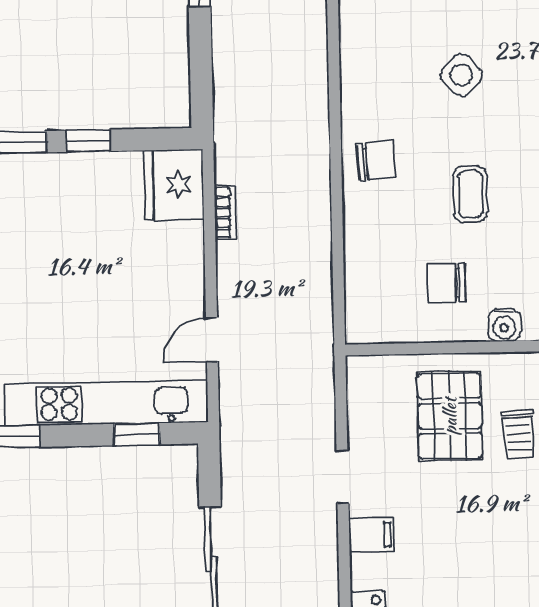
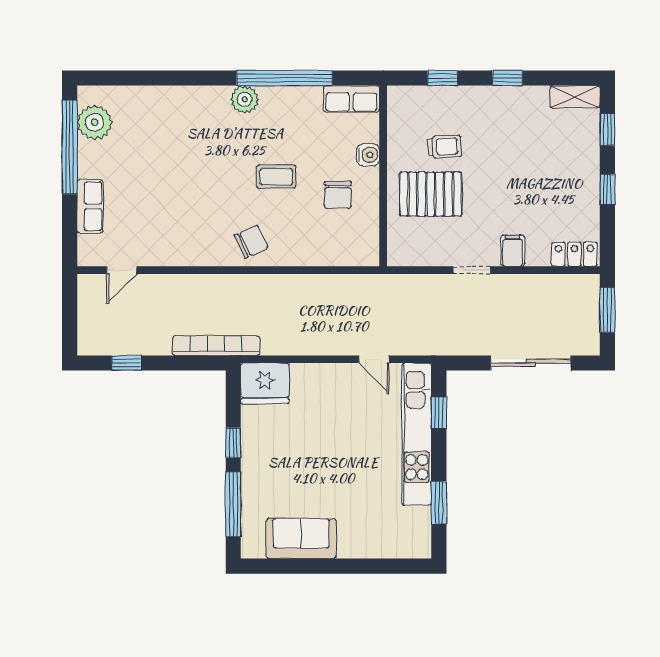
side table: (461, 75) -> (193, 181), removed
chair: (377, 161) -> (251, 242), turned 70
bookcase: (225, 213) -> (216, 346), moved, width x2.31, depth x1.31

